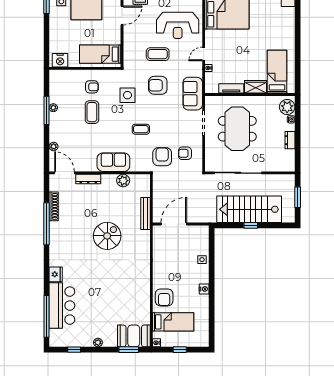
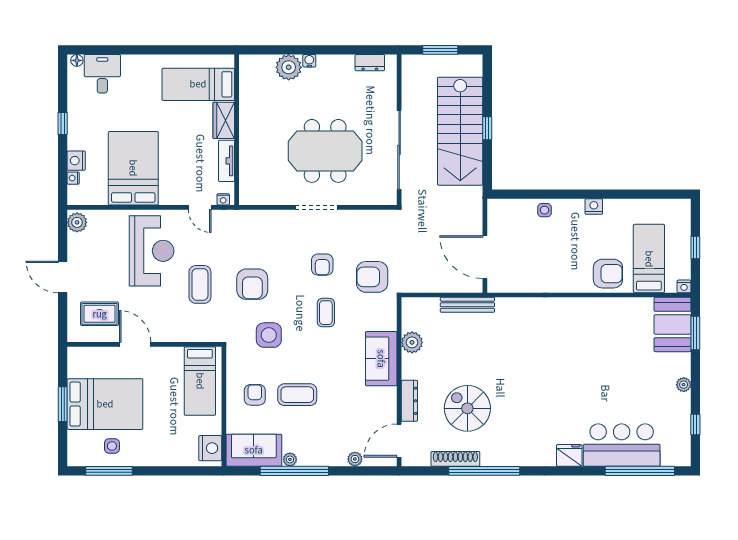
bed: (277, 72) -> (198, 84), moved
wardrobe: (255, 87) -> (224, 120), moved
tv unit: (231, 88) -> (227, 161), moved
sofa: (193, 94) -> (254, 450), moved, turned 180
wall: (250, 94) -> (237, 130), moved
window: (46, 110) -> (294, 471), width x1.46
dresser: (290, 140) -> (370, 63), moved
armchair: (185, 153) -> (322, 265), moved
spiral stairs: (107, 236) -> (467, 408), moved

